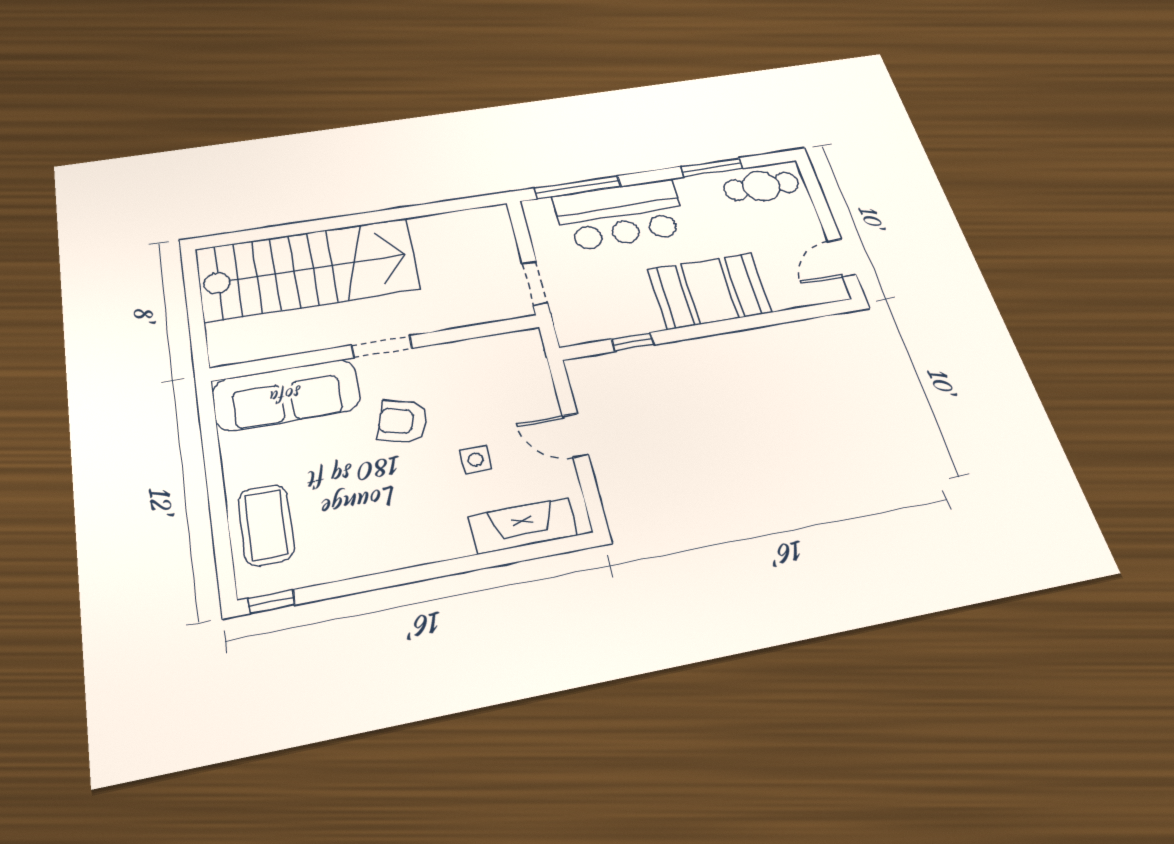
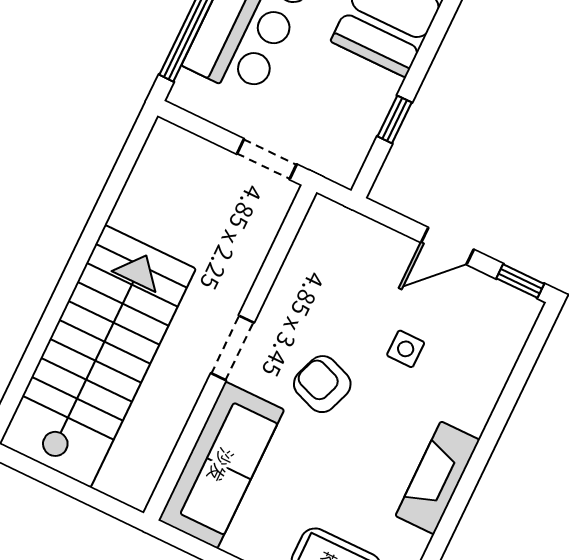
armchair: (402, 421) -> (322, 384), turned 94
window: (593, 503) -> (520, 281), added
fireplace: (523, 526) -> (438, 478), moved

